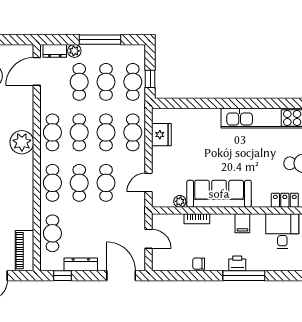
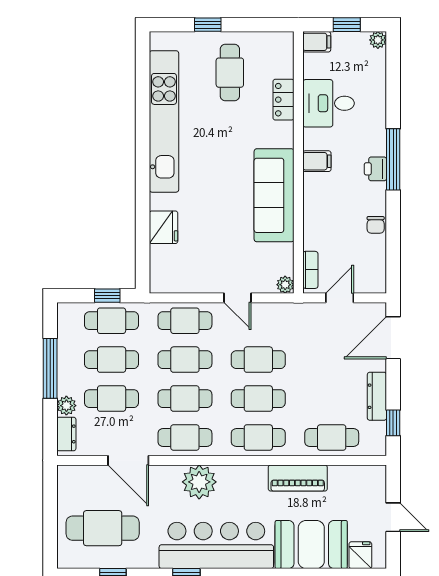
door: (37, 71) -> (128, 460), moved
fridge: (161, 135) -> (164, 227), moved, turned 90
door: (149, 183) -> (237, 298), moved
plant: (180, 201) -> (285, 285), moved
bookcase: (197, 219) -> (310, 270), moved
piano: (25, 251) -> (298, 478), moved

